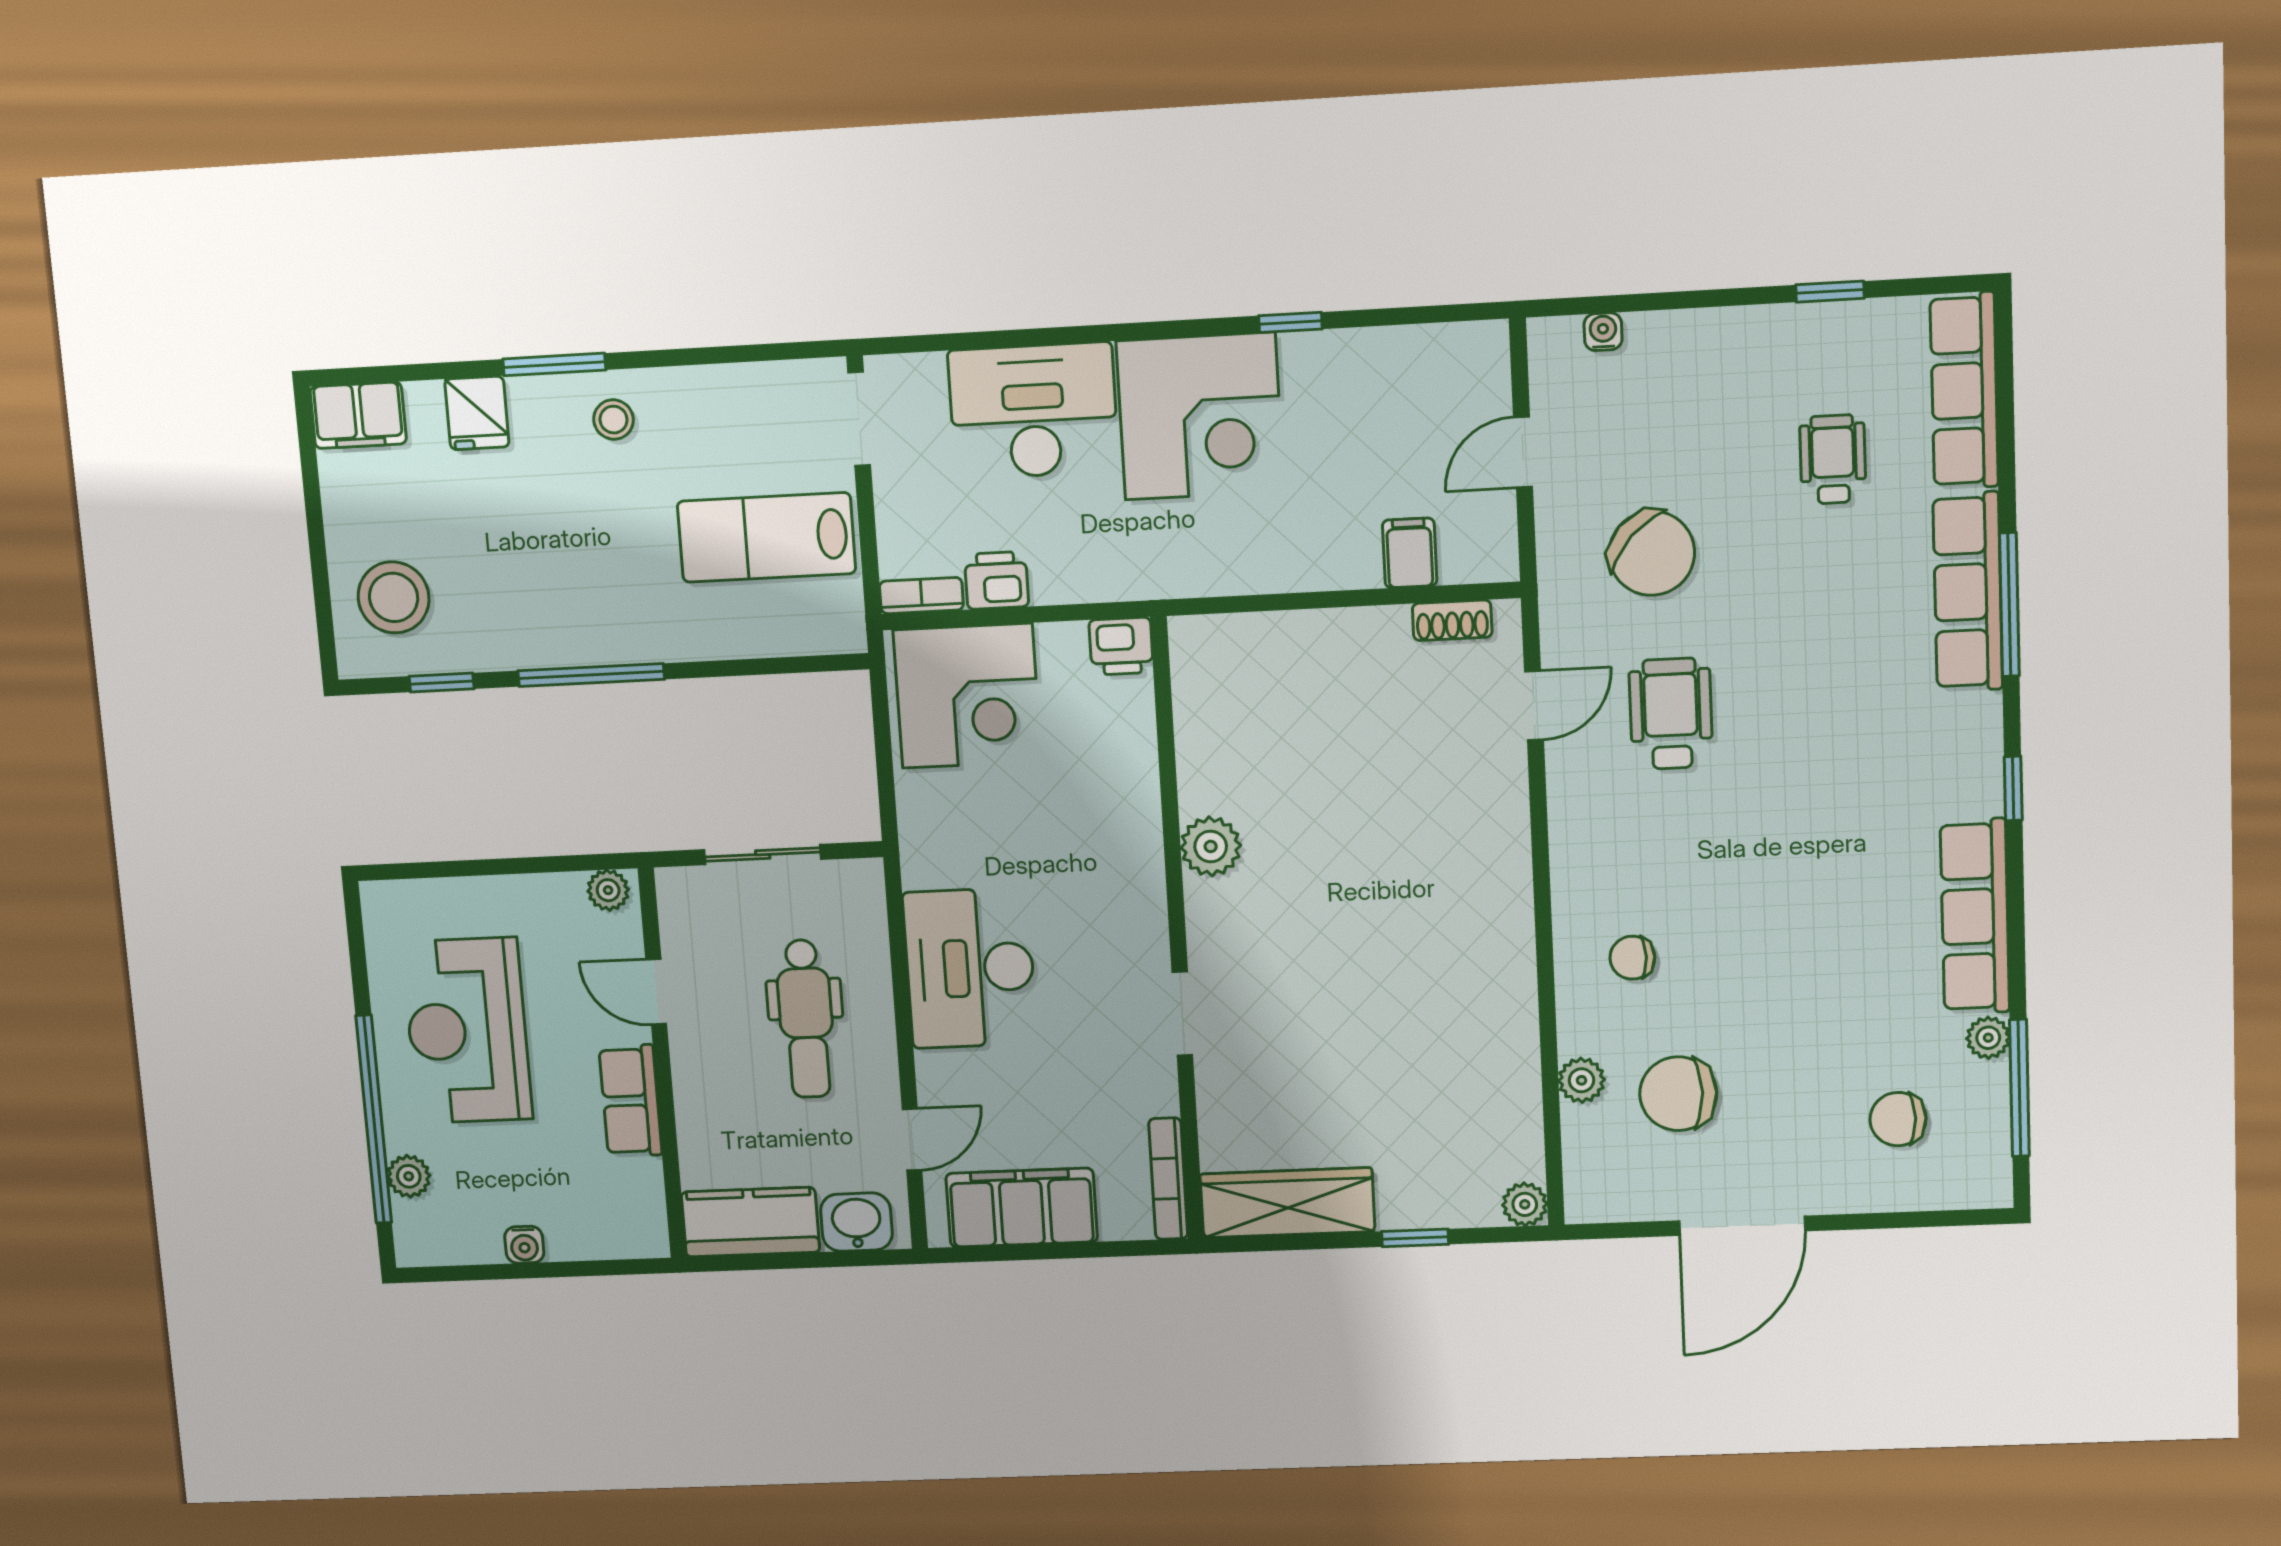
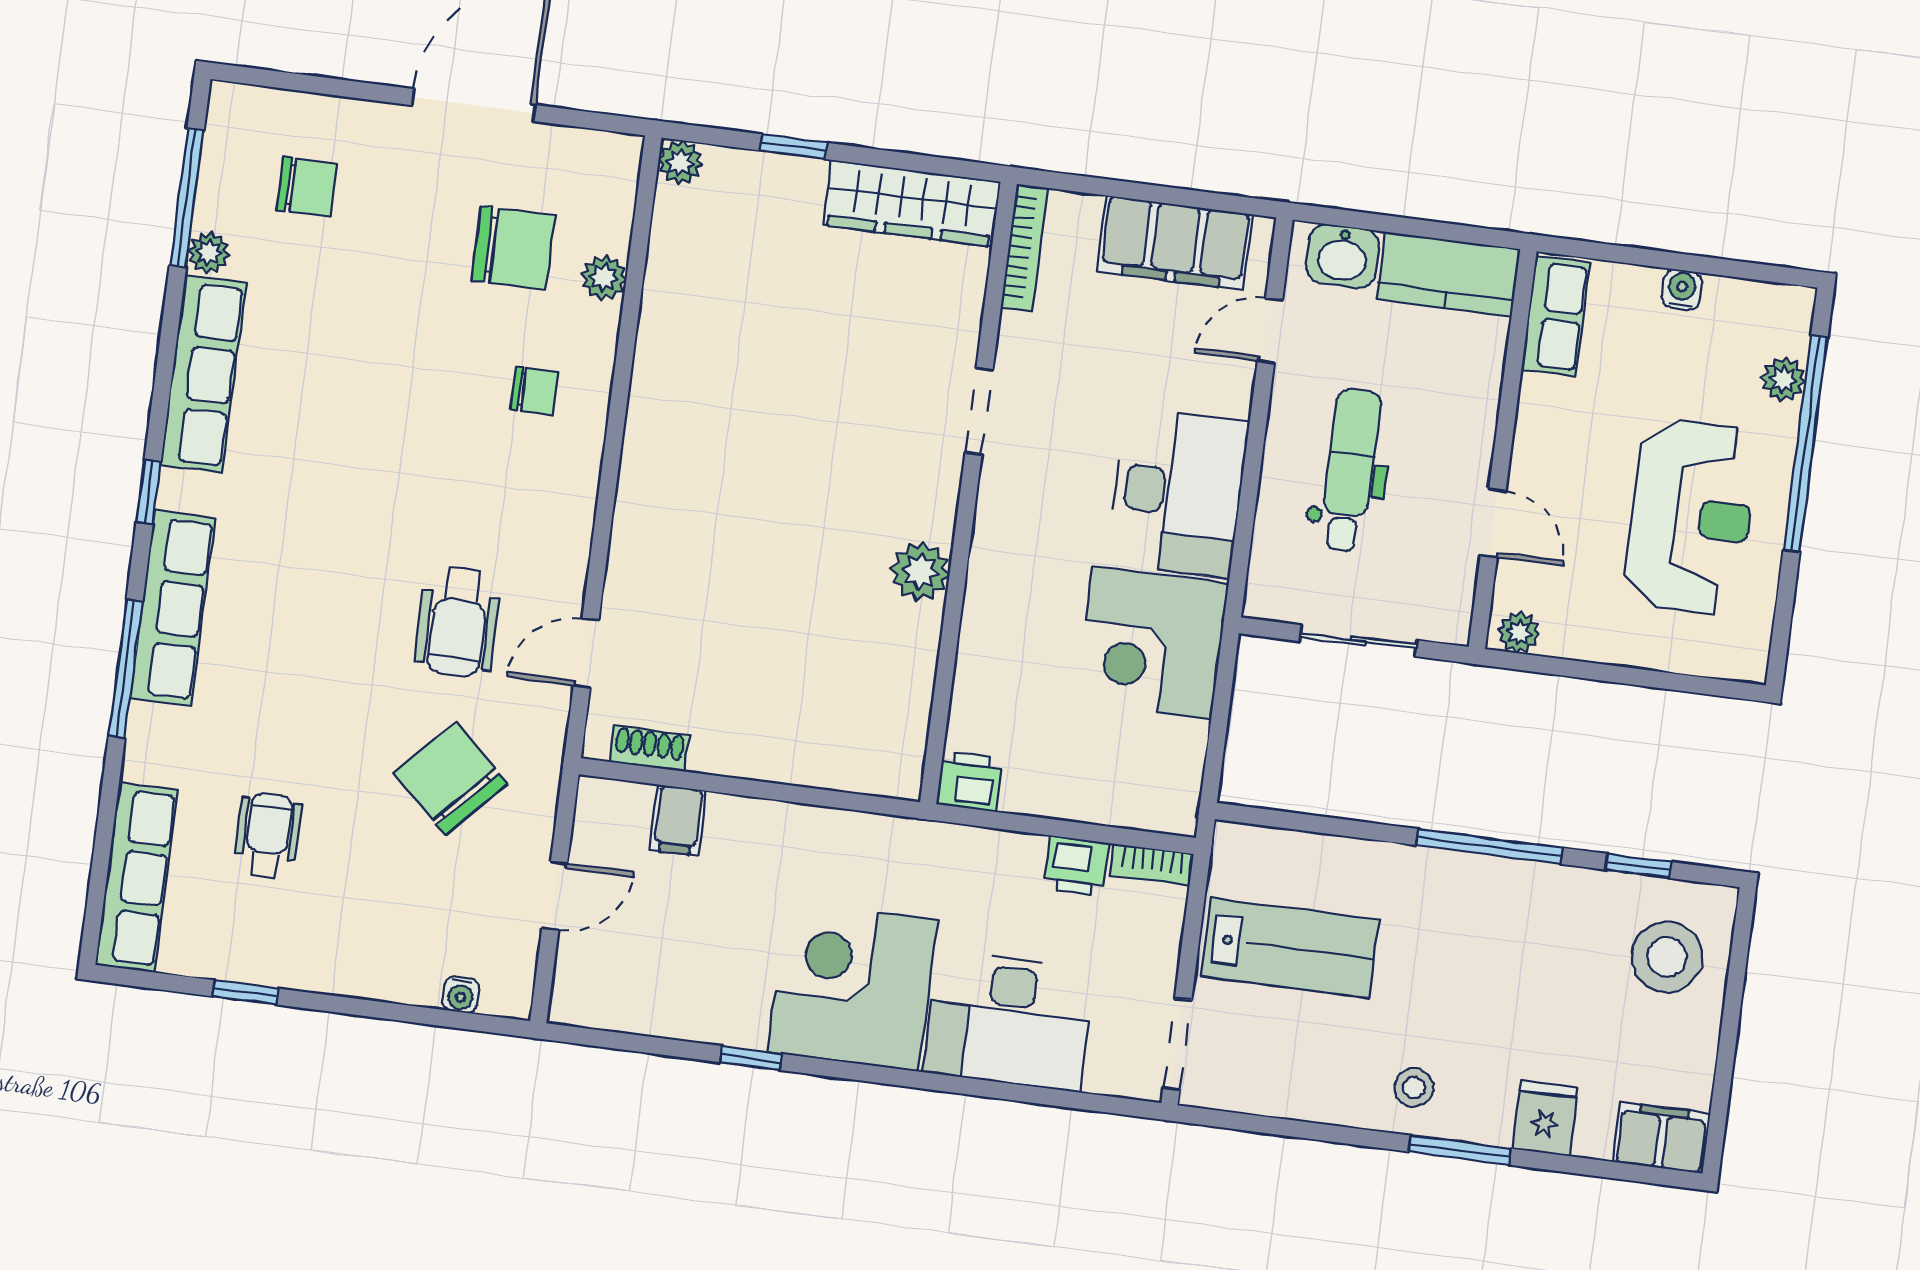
wheelchair: (1833, 459) -> (268, 836), turned 180
row of seats: (1968, 592) -> (173, 608), moved
corner desk: (967, 696) -> (1152, 642), moved, turned -90
row of seats: (631, 1101) -> (1556, 316), moved

